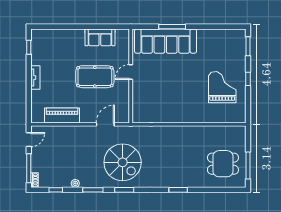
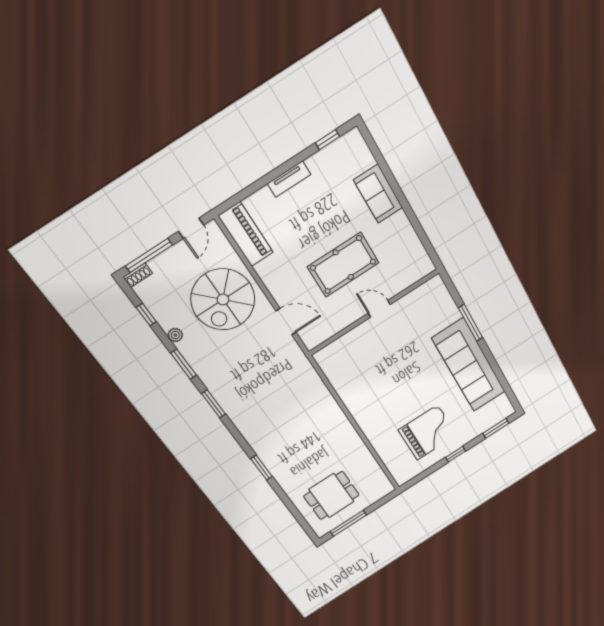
sofa: (100, 37) -> (378, 194), moved
sofa: (166, 41) -> (469, 365), moved
pool table: (95, 77) -> (343, 265), turned 90
piano: (62, 116) -> (246, 234), moved
door: (29, 140) -> (191, 228), hinge flipped
spiral stairs: (123, 162) -> (223, 299), moved
dining table: (223, 164) -> (331, 496), turned 90

